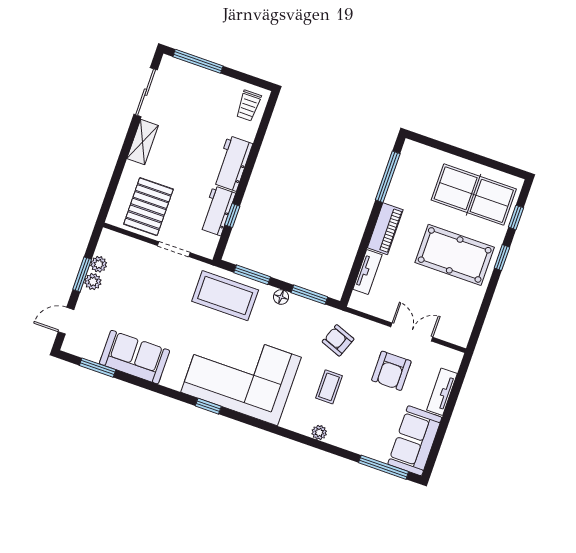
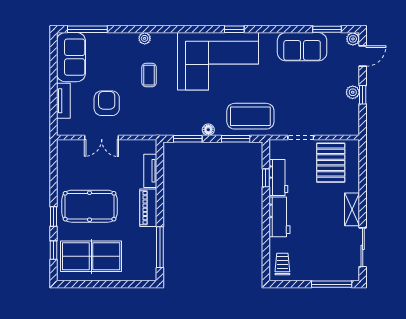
plant: (99, 264) -> (353, 39), moved
window: (82, 274) -> (363, 95), width x0.67
armchair: (338, 340) -> (154, 112), removed

